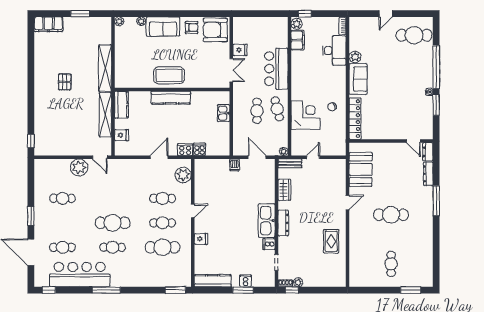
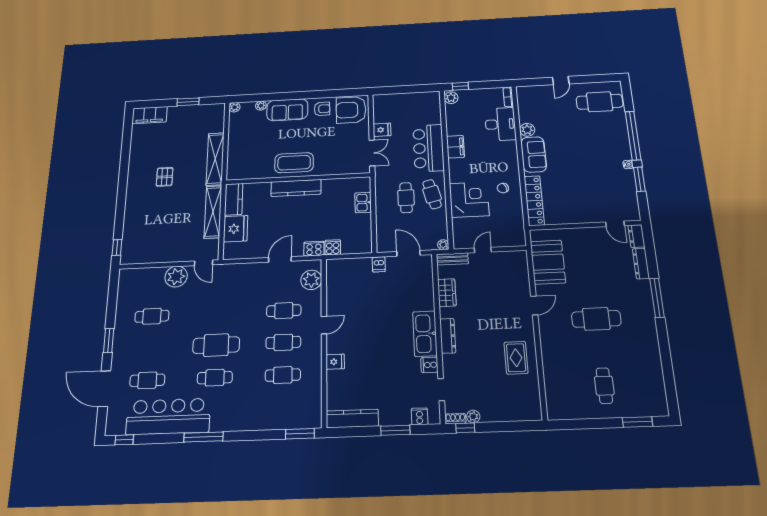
filing cabinet: (298, 40) -> (455, 147), moved
fridge: (122, 135) -> (236, 229), width x1.88, depth x1.34
cafe table: (163, 247) -> (283, 375), width x0.73, depth x0.74
cooker: (245, 281) -> (420, 416), moved

